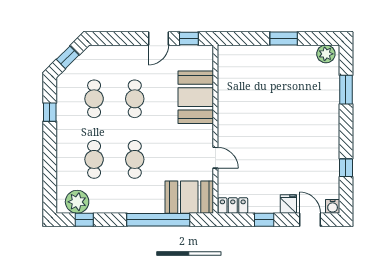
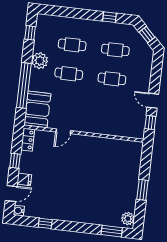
window: (346, 90) -> (112, 231), moved
booth: (196, 97) -> (108, 122), removed
plant: (77, 202) -> (40, 61), moved

